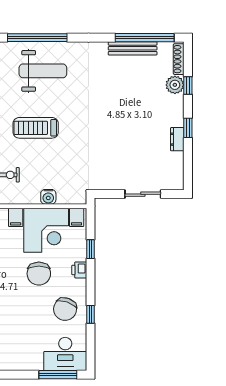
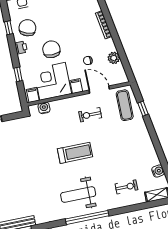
water cooler: (48, 197) -> (44, 108), moved
printer: (79, 270) -> (21, 48), moved

